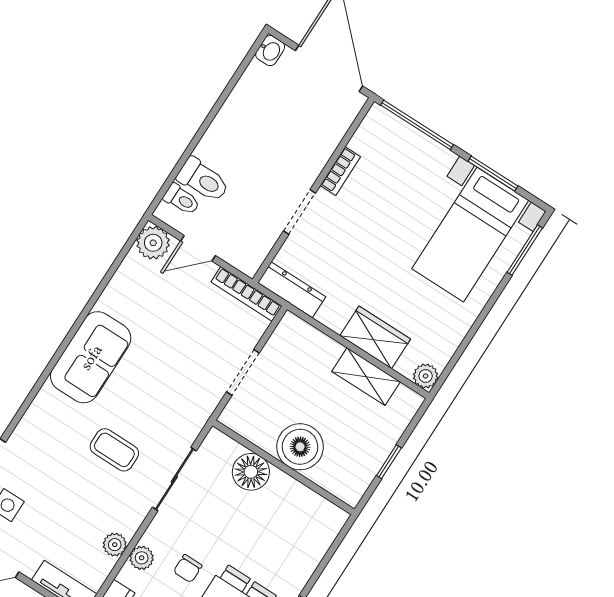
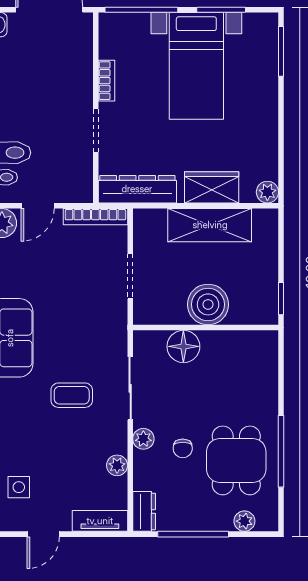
bed with nightstands: (470, 235) -> (196, 66), moved
dresser: (292, 290) -> (137, 189), width x1.37, depth x1.24
shelving: (366, 377) -> (210, 225), width x1.50, depth x1.33
window: (389, 462) -> (281, 299), moved
plant: (142, 558) -> (143, 439), moved

